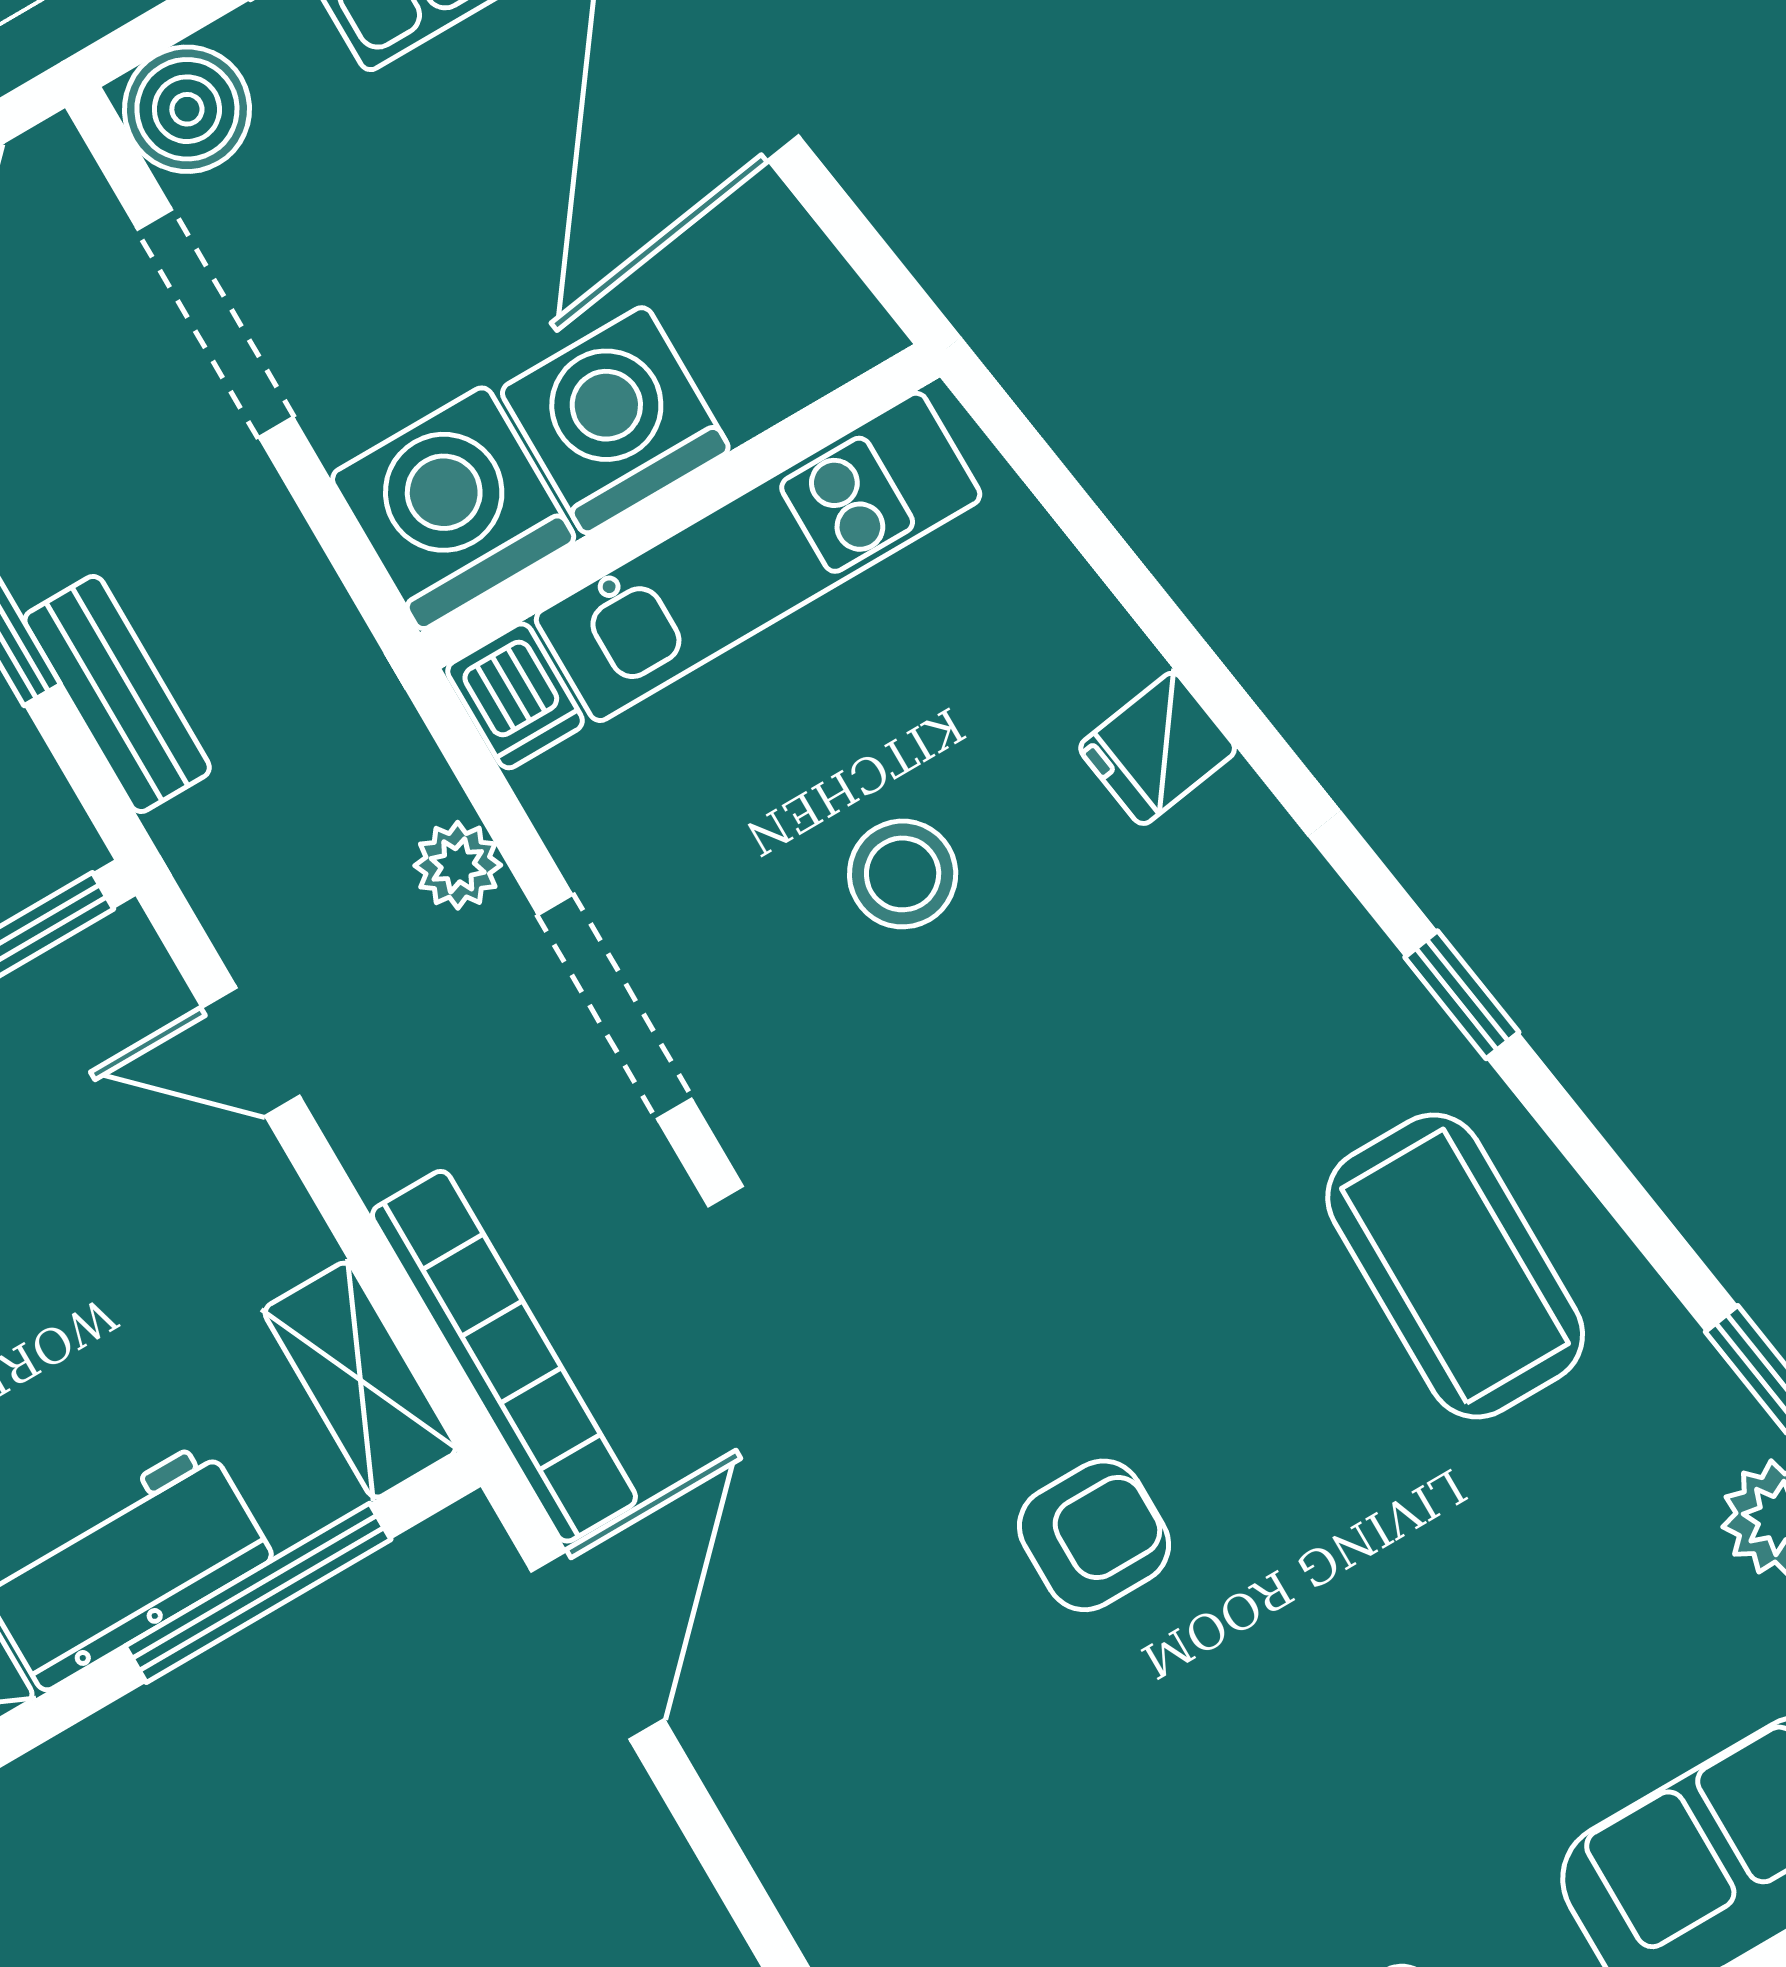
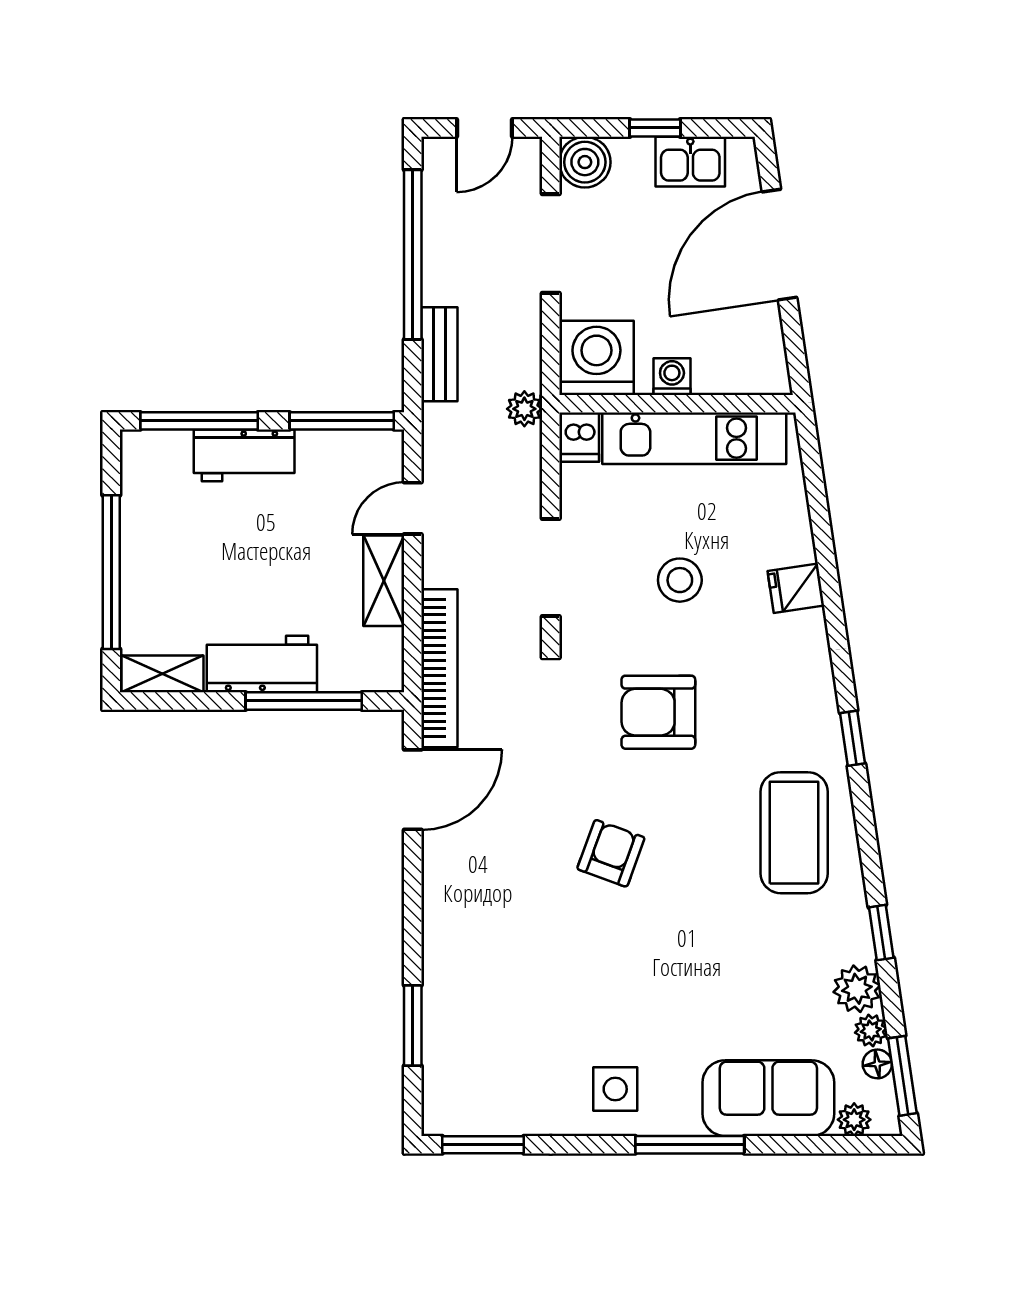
washing machine: (615, 420) -> (672, 377), width x0.53, depth x0.53
plant: (458, 865) -> (524, 409), moved
door: (251, 1052) -> (413, 508), hinge flipped
armchair: (1020, 1179) -> (658, 712), added
shelving: (360, 1380) -> (384, 581), moved
armchair: (1094, 1535) -> (611, 853), turned -70

